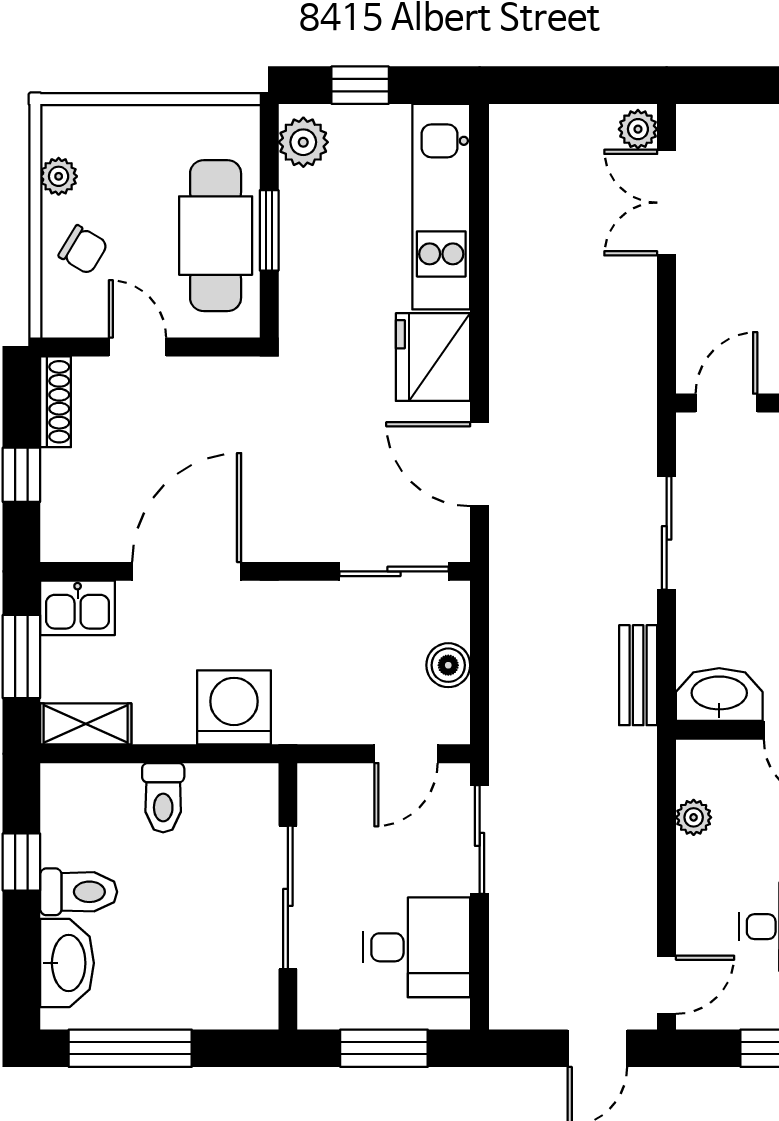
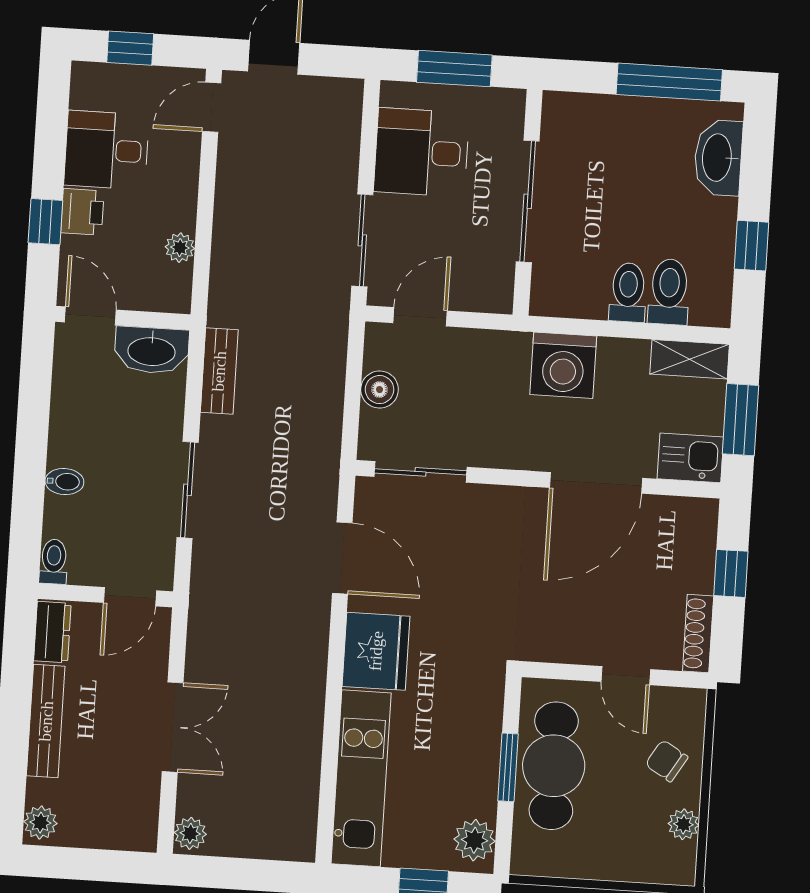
double door: (667, 203) -> (173, 727), moved
toilet: (79, 892) -> (669, 292), moved, turned 90

